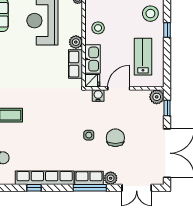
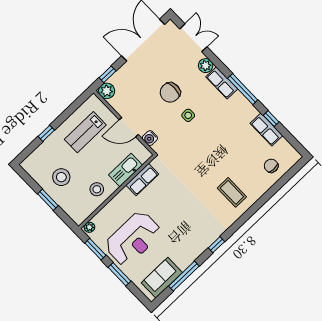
stool: (150, 14) -> (61, 177), moved
plant: (76, 42) -> (125, 196), removed
fridge: (92, 81) -> (143, 154), removed
row of seats: (45, 178) -> (266, 130), width x0.50
window: (90, 188) -> (243, 89), moved

